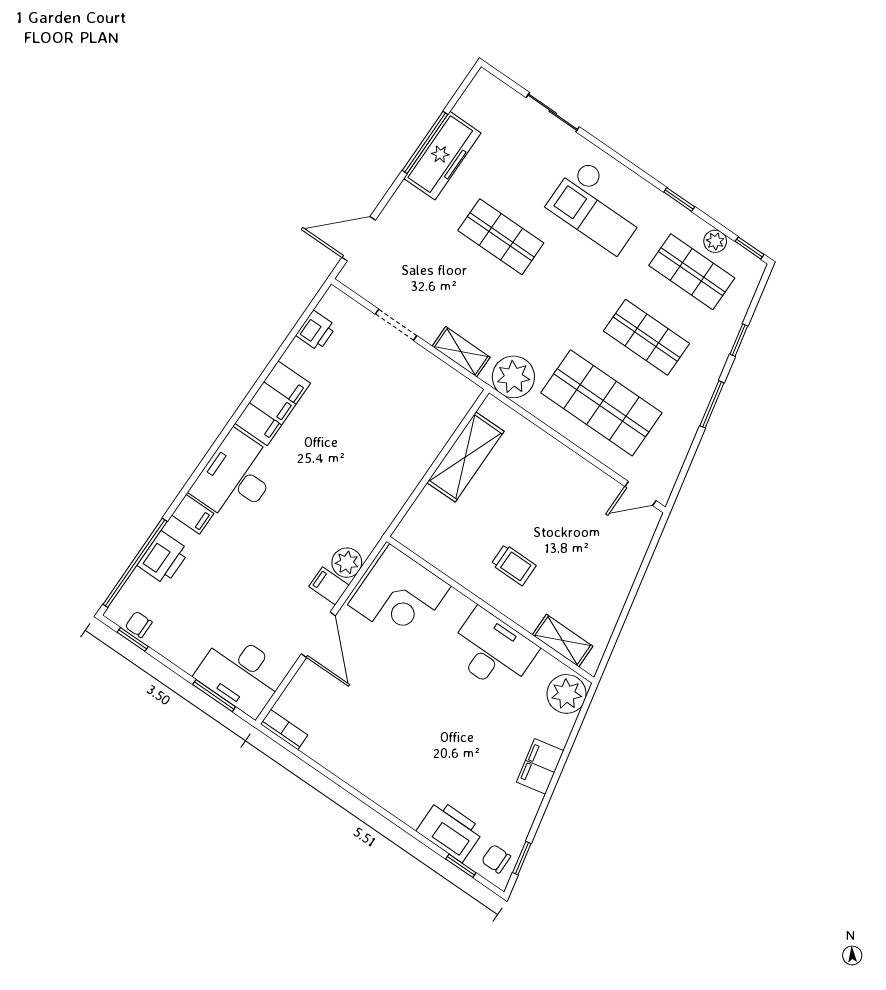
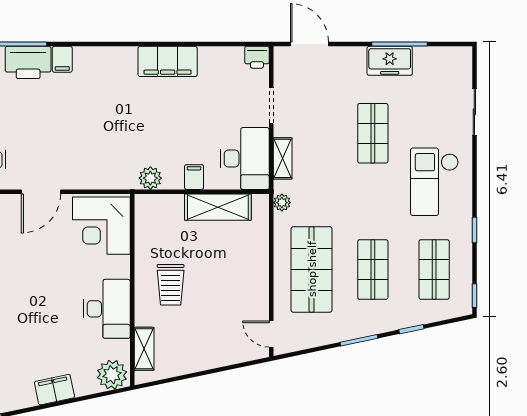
freezer: (442, 156) -> (390, 61), width x0.71
plant: (715, 241) -> (464, 271), removed
printer: (316, 331) -> (257, 57), moved
plant: (513, 377) -> (282, 203), width x0.53, depth x0.53
desk: (236, 477) -> (245, 158), moved, turned 90
printer: (163, 558) -> (28, 62), width x1.37, depth x1.19
plant: (347, 563) -> (150, 178), moved
trolley: (514, 565) -> (171, 285), width x1.36, depth x1.39
filing cabinet: (329, 586) -> (194, 177), moved

